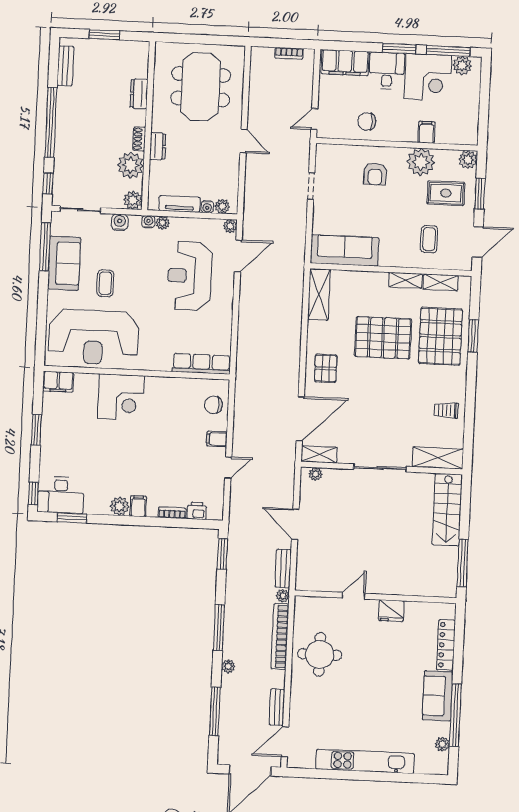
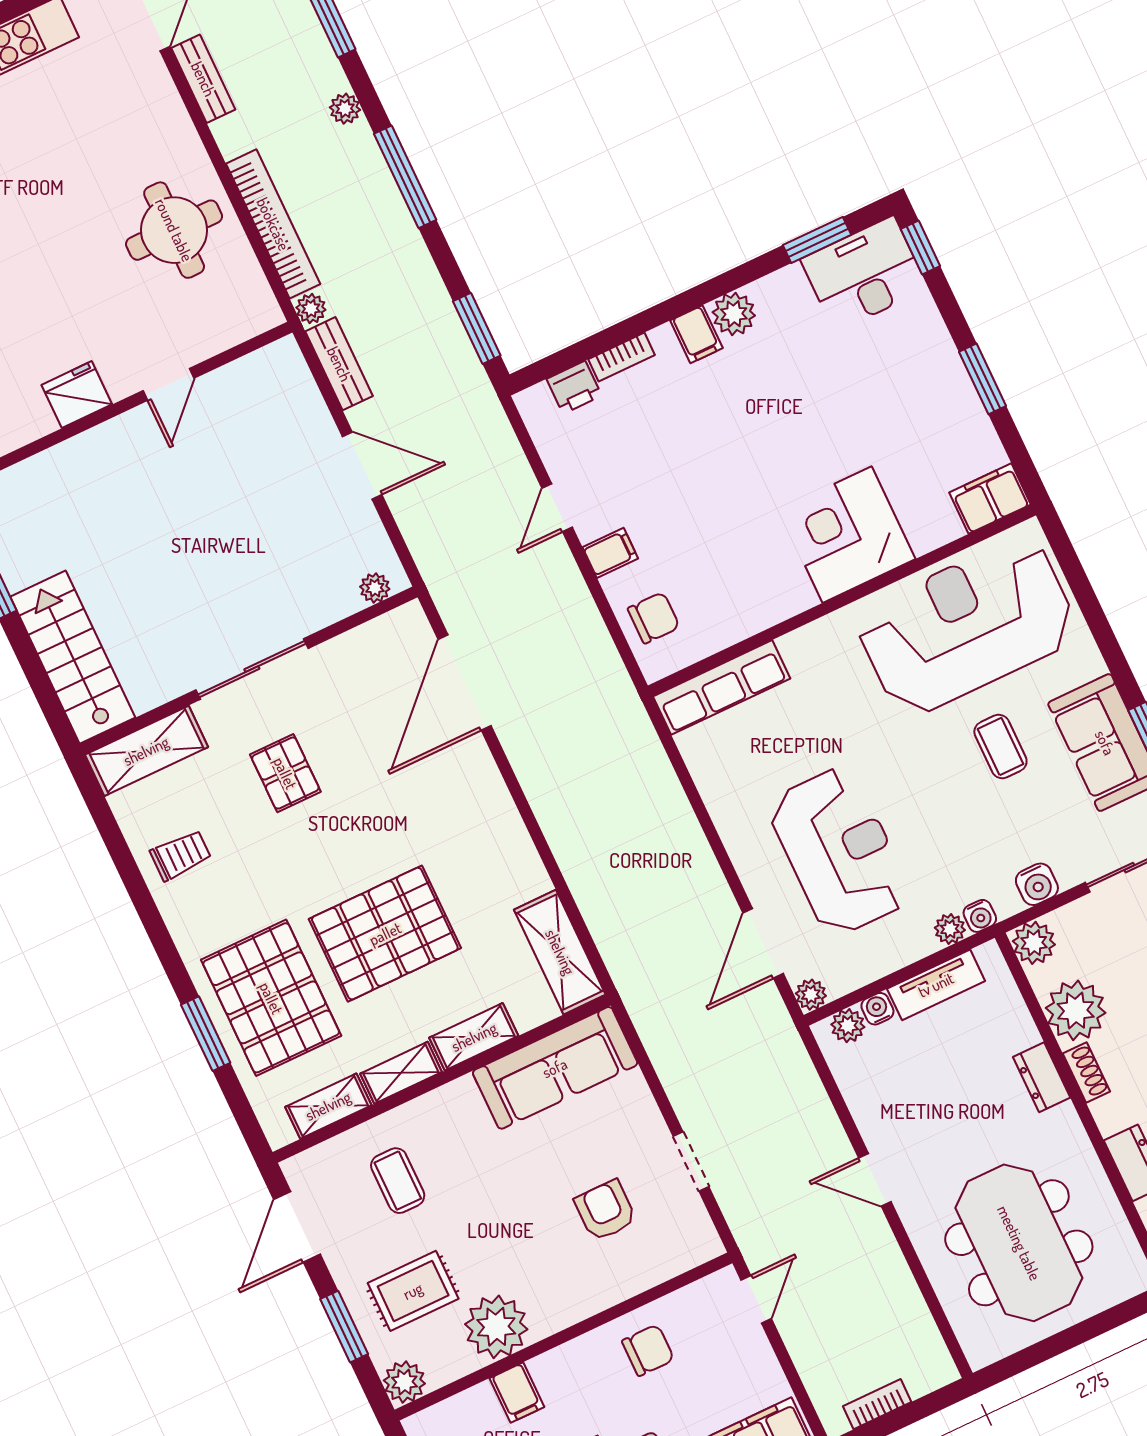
armchair: (375, 174) -> (605, 1210), moved
pallet: (326, 368) -> (285, 773), moved
shelving: (319, 454) -> (474, 1037), moved

